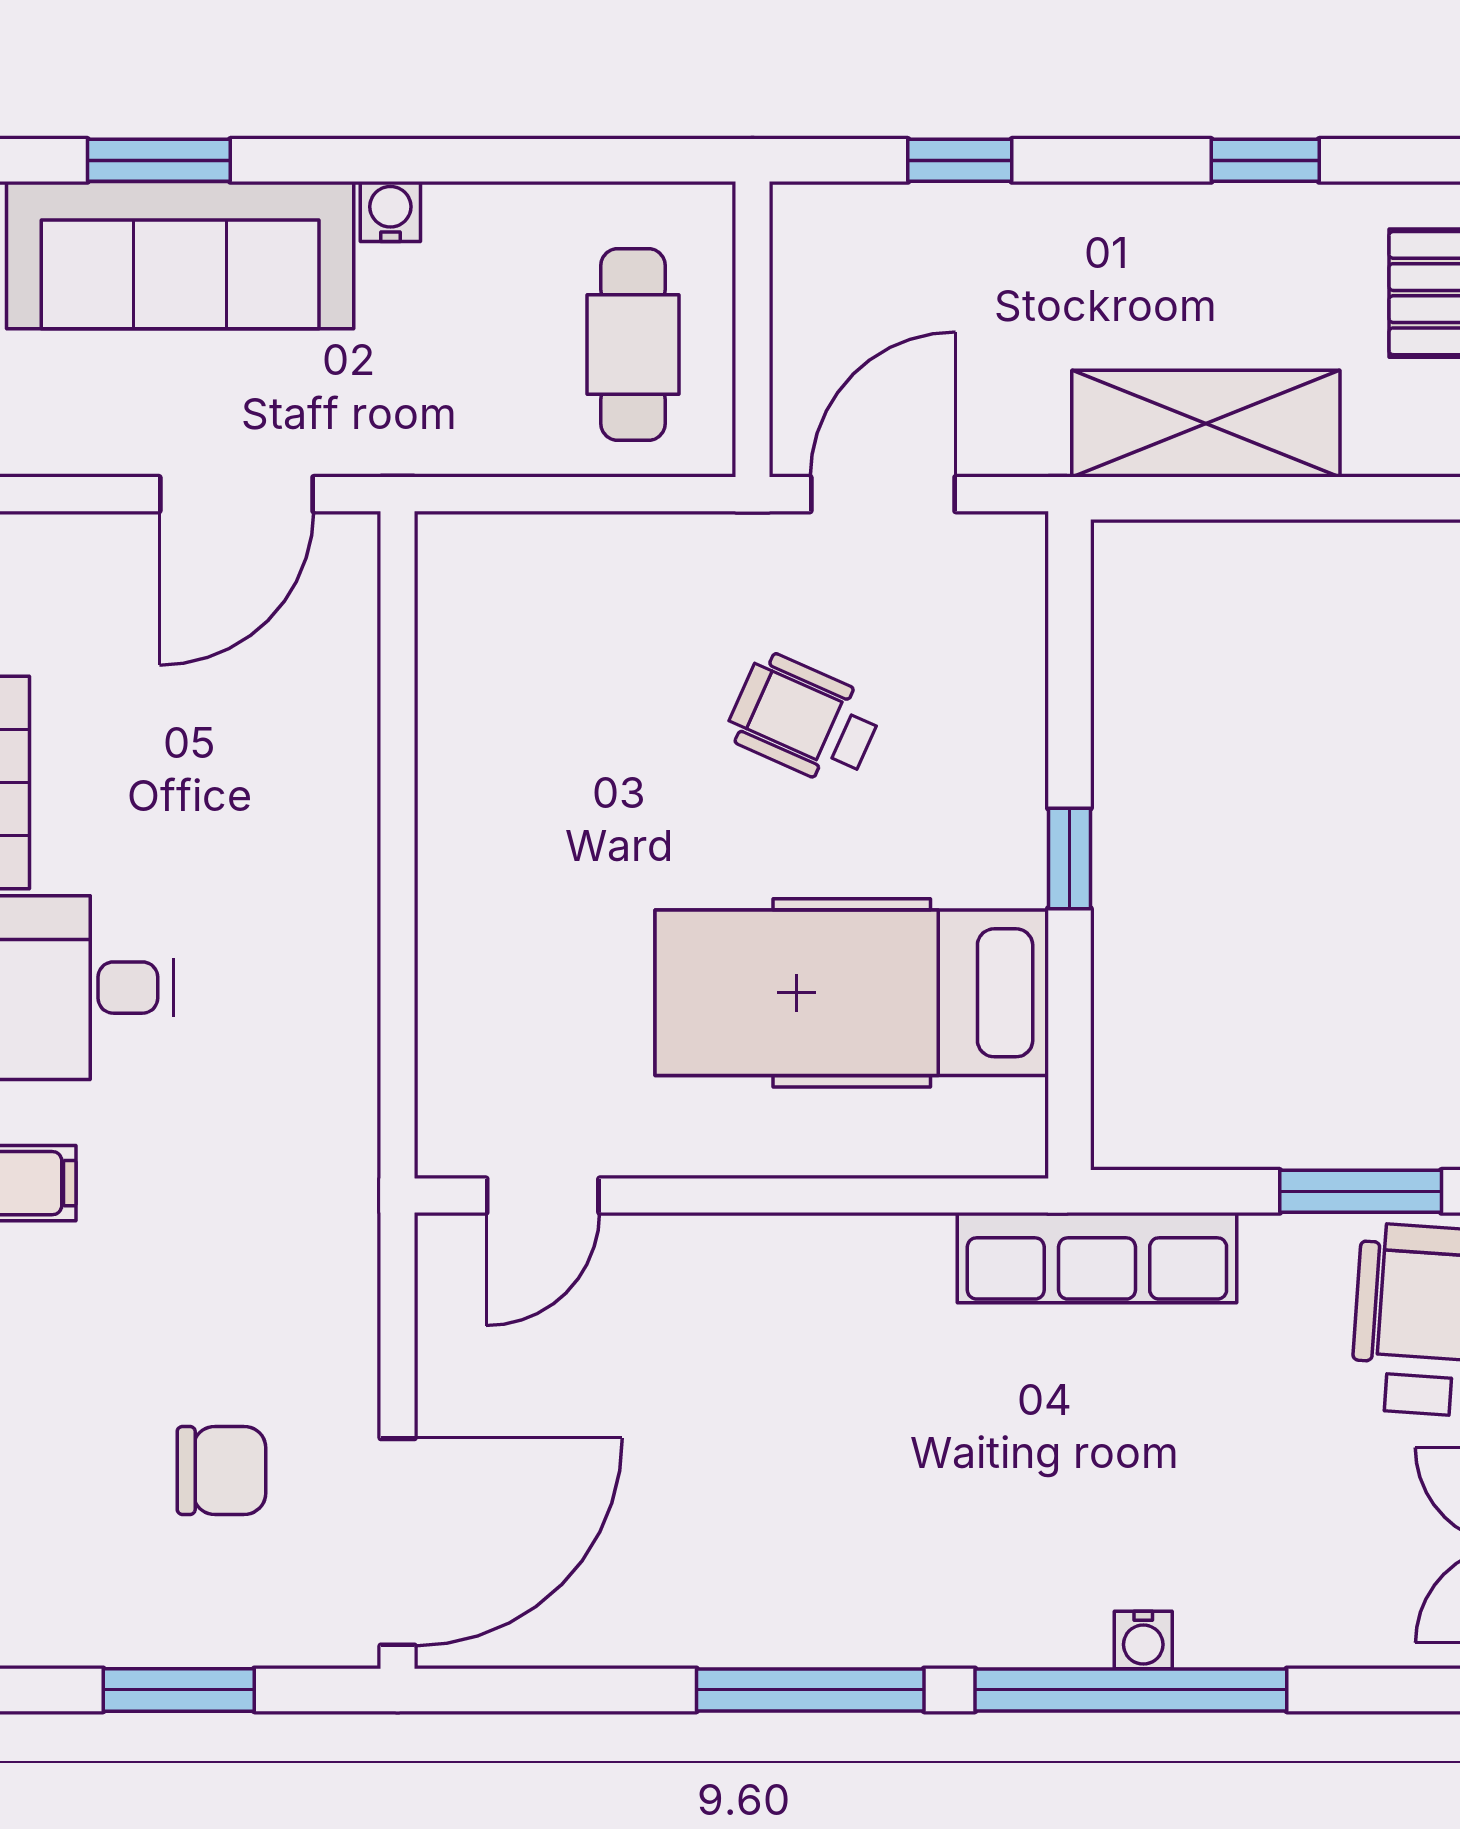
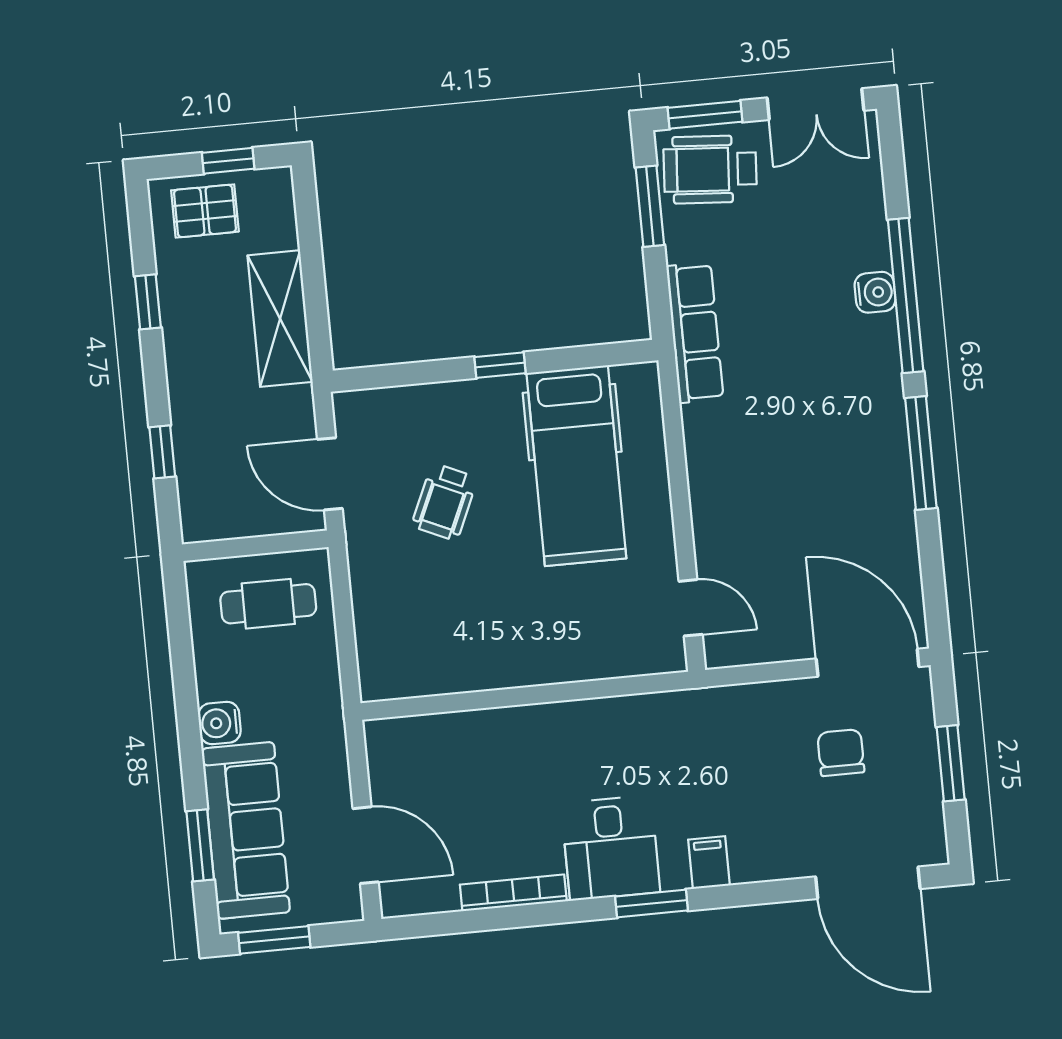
water cooler: (390, 212) -> (219, 723), width x1.38, depth x1.38
door: (236, 494) -> (366, 845), moved
water cooler: (1143, 1640) -> (875, 292), width x1.38, depth x1.38

